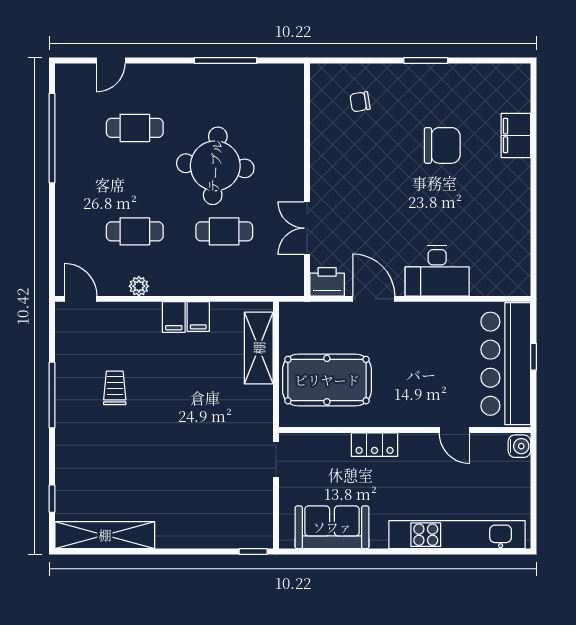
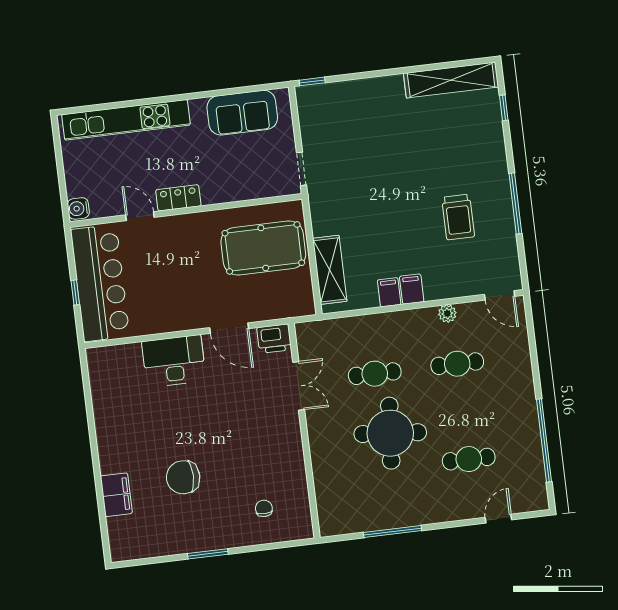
chair: (360, 102) -> (264, 508), turned -81
trolley: (115, 388) -> (458, 217), width x1.36, depth x1.39
locker: (375, 445) -> (178, 198), moved

